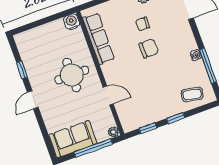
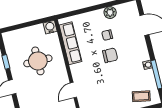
round table: (72, 75) -> (38, 61), moved
door: (108, 96) -> (73, 90), swing flipped

